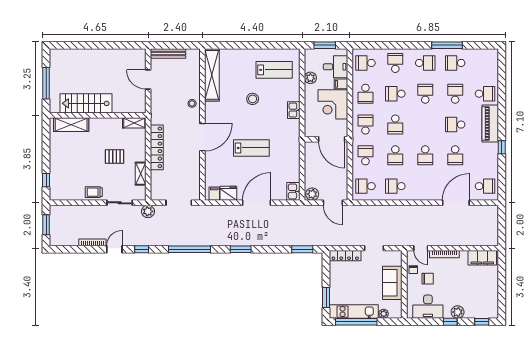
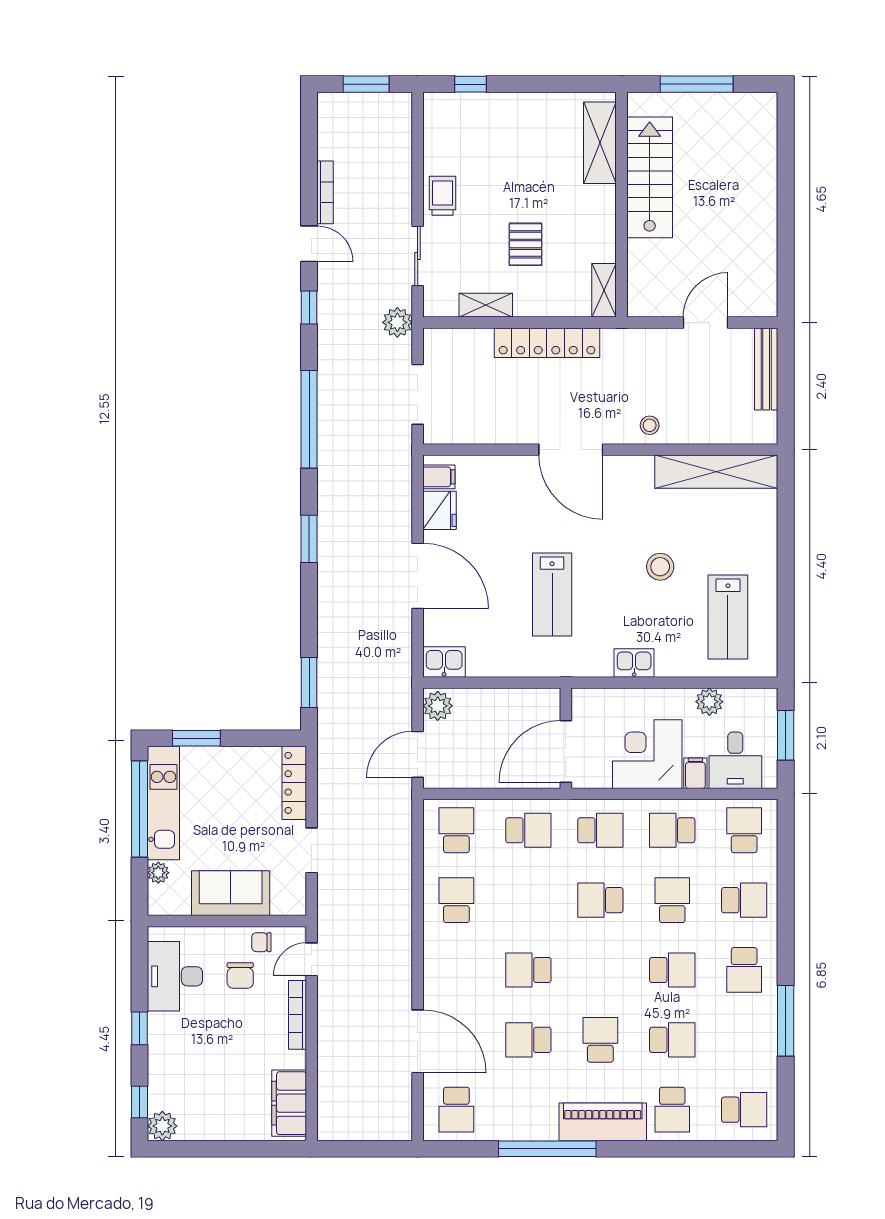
school desk: (455, 63) -> (744, 1110), moved, turned 90
window: (502, 147) -> (547, 1149), width x3.17
lab bench: (251, 148) -> (552, 594), moved
school desk: (395, 155) -> (528, 900), removed
plant: (458, 312) -> (162, 1126), moved

